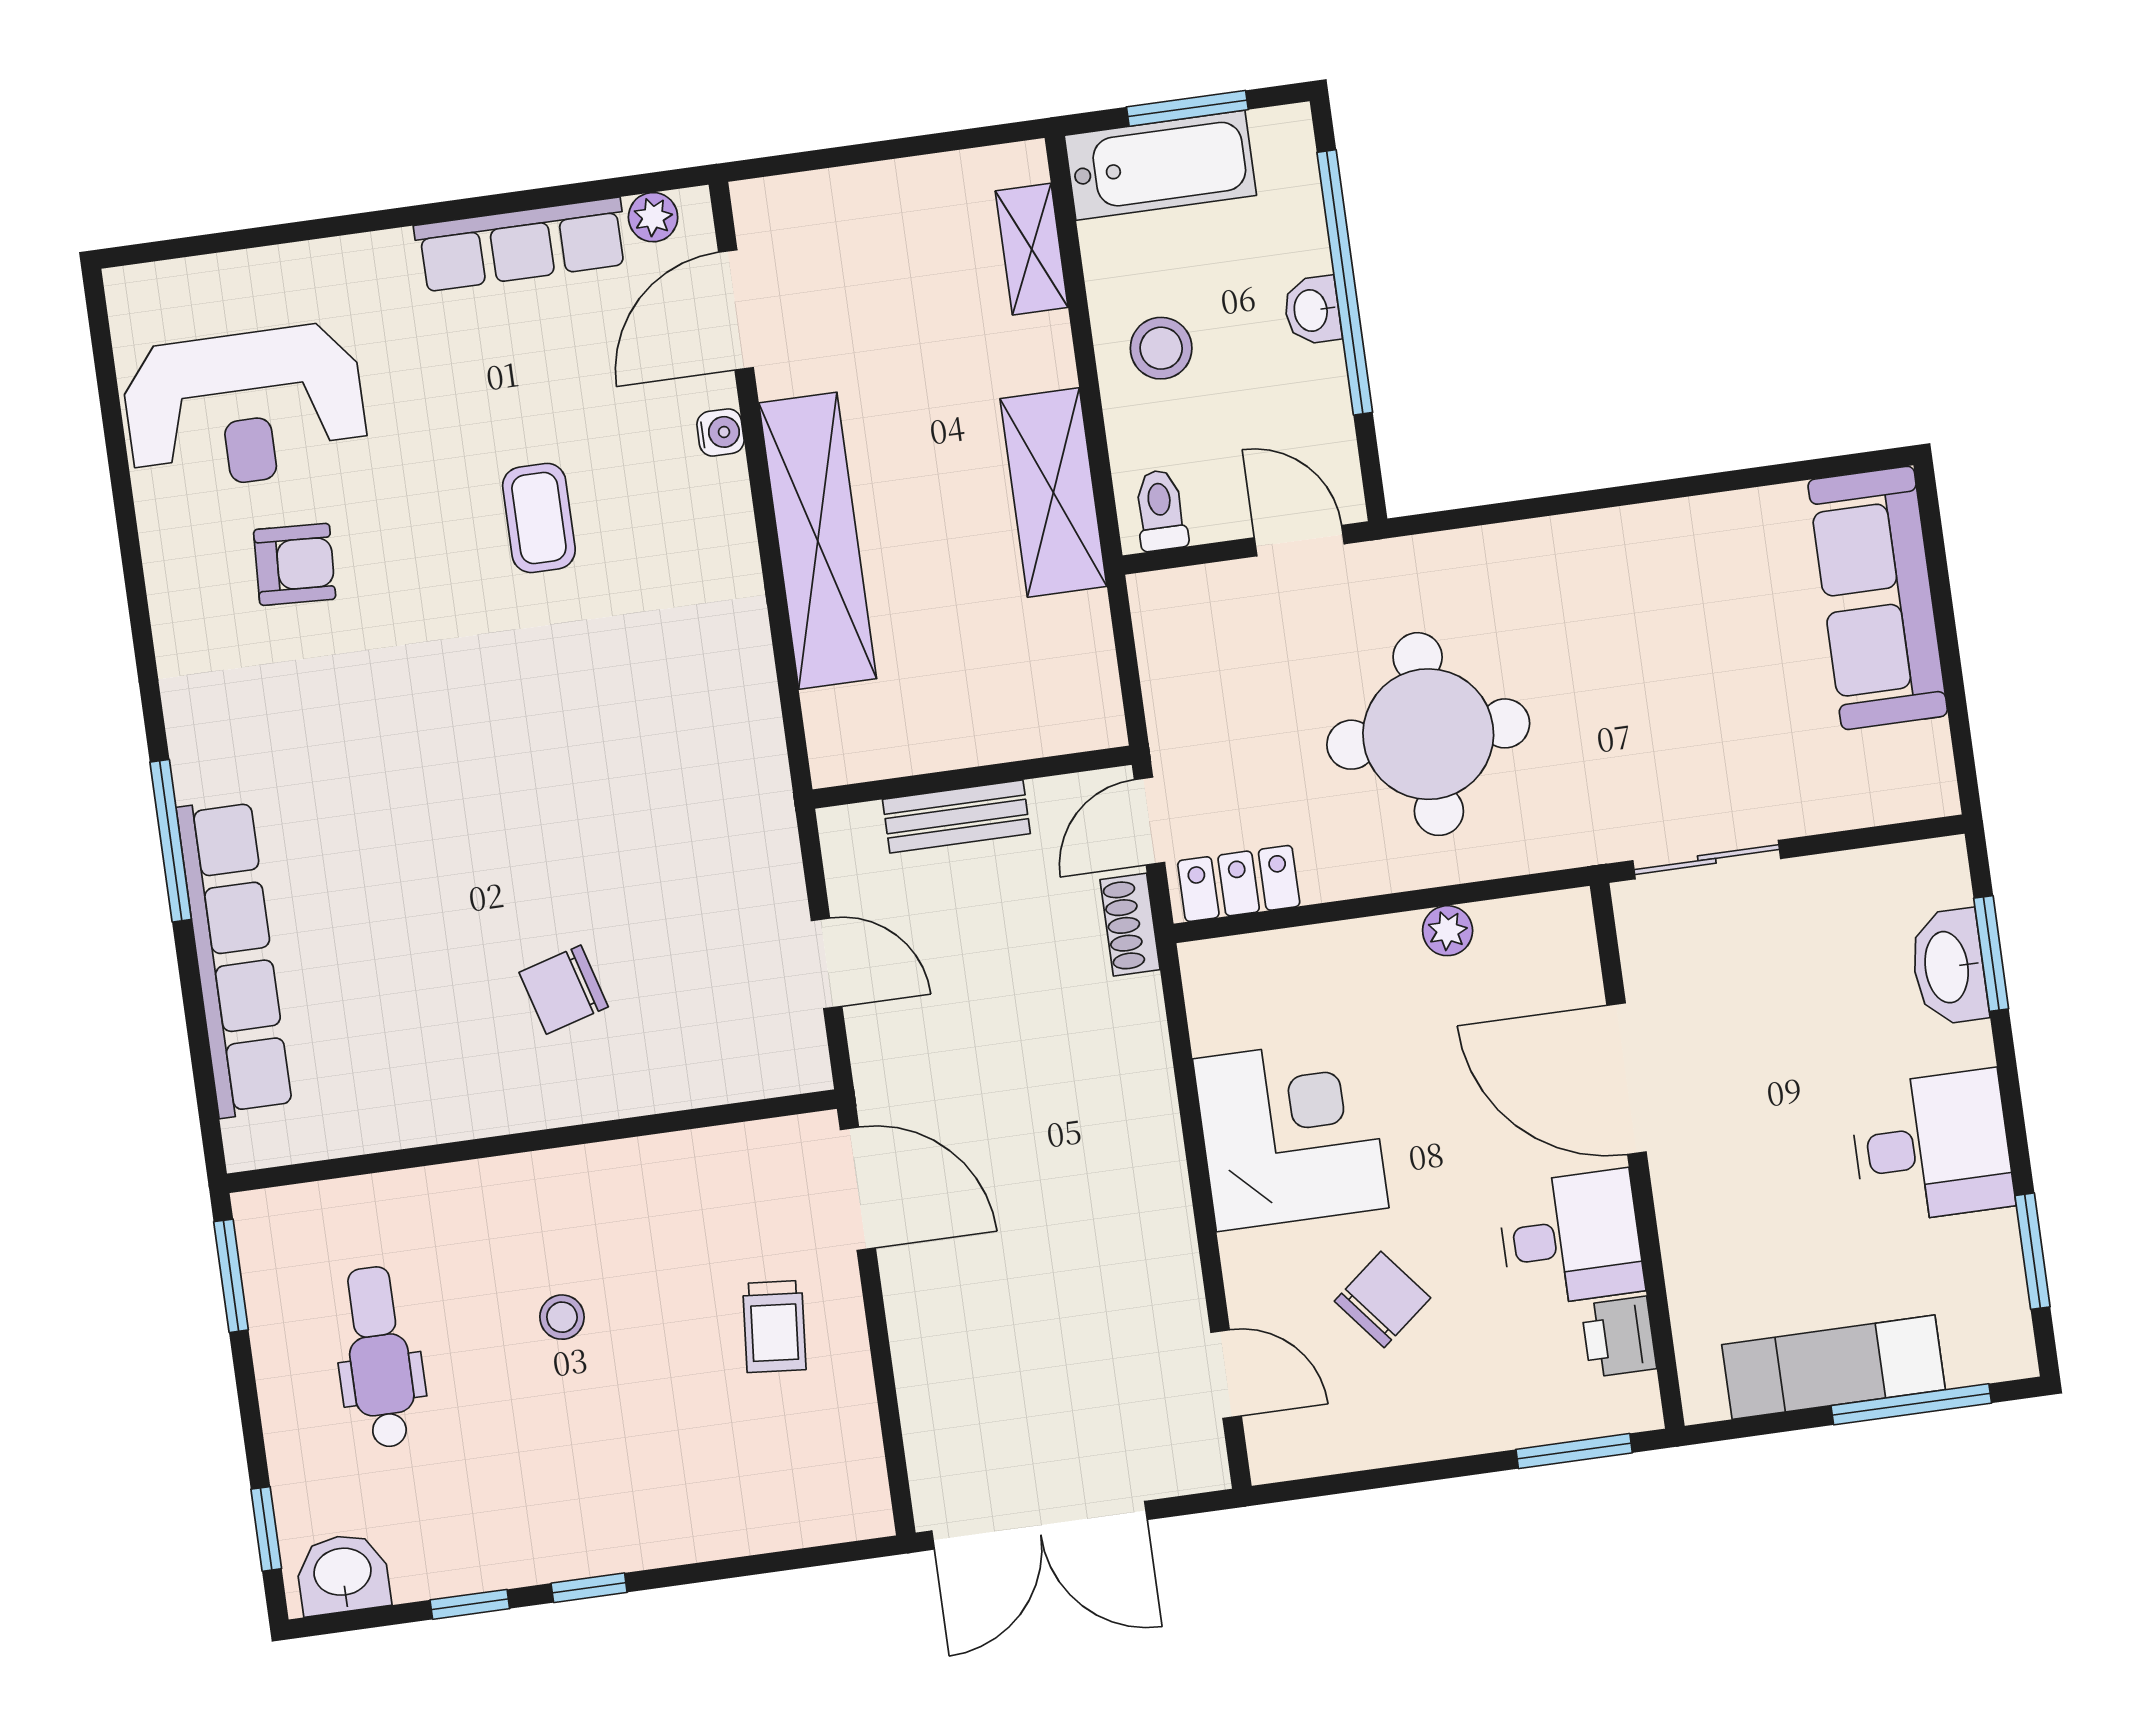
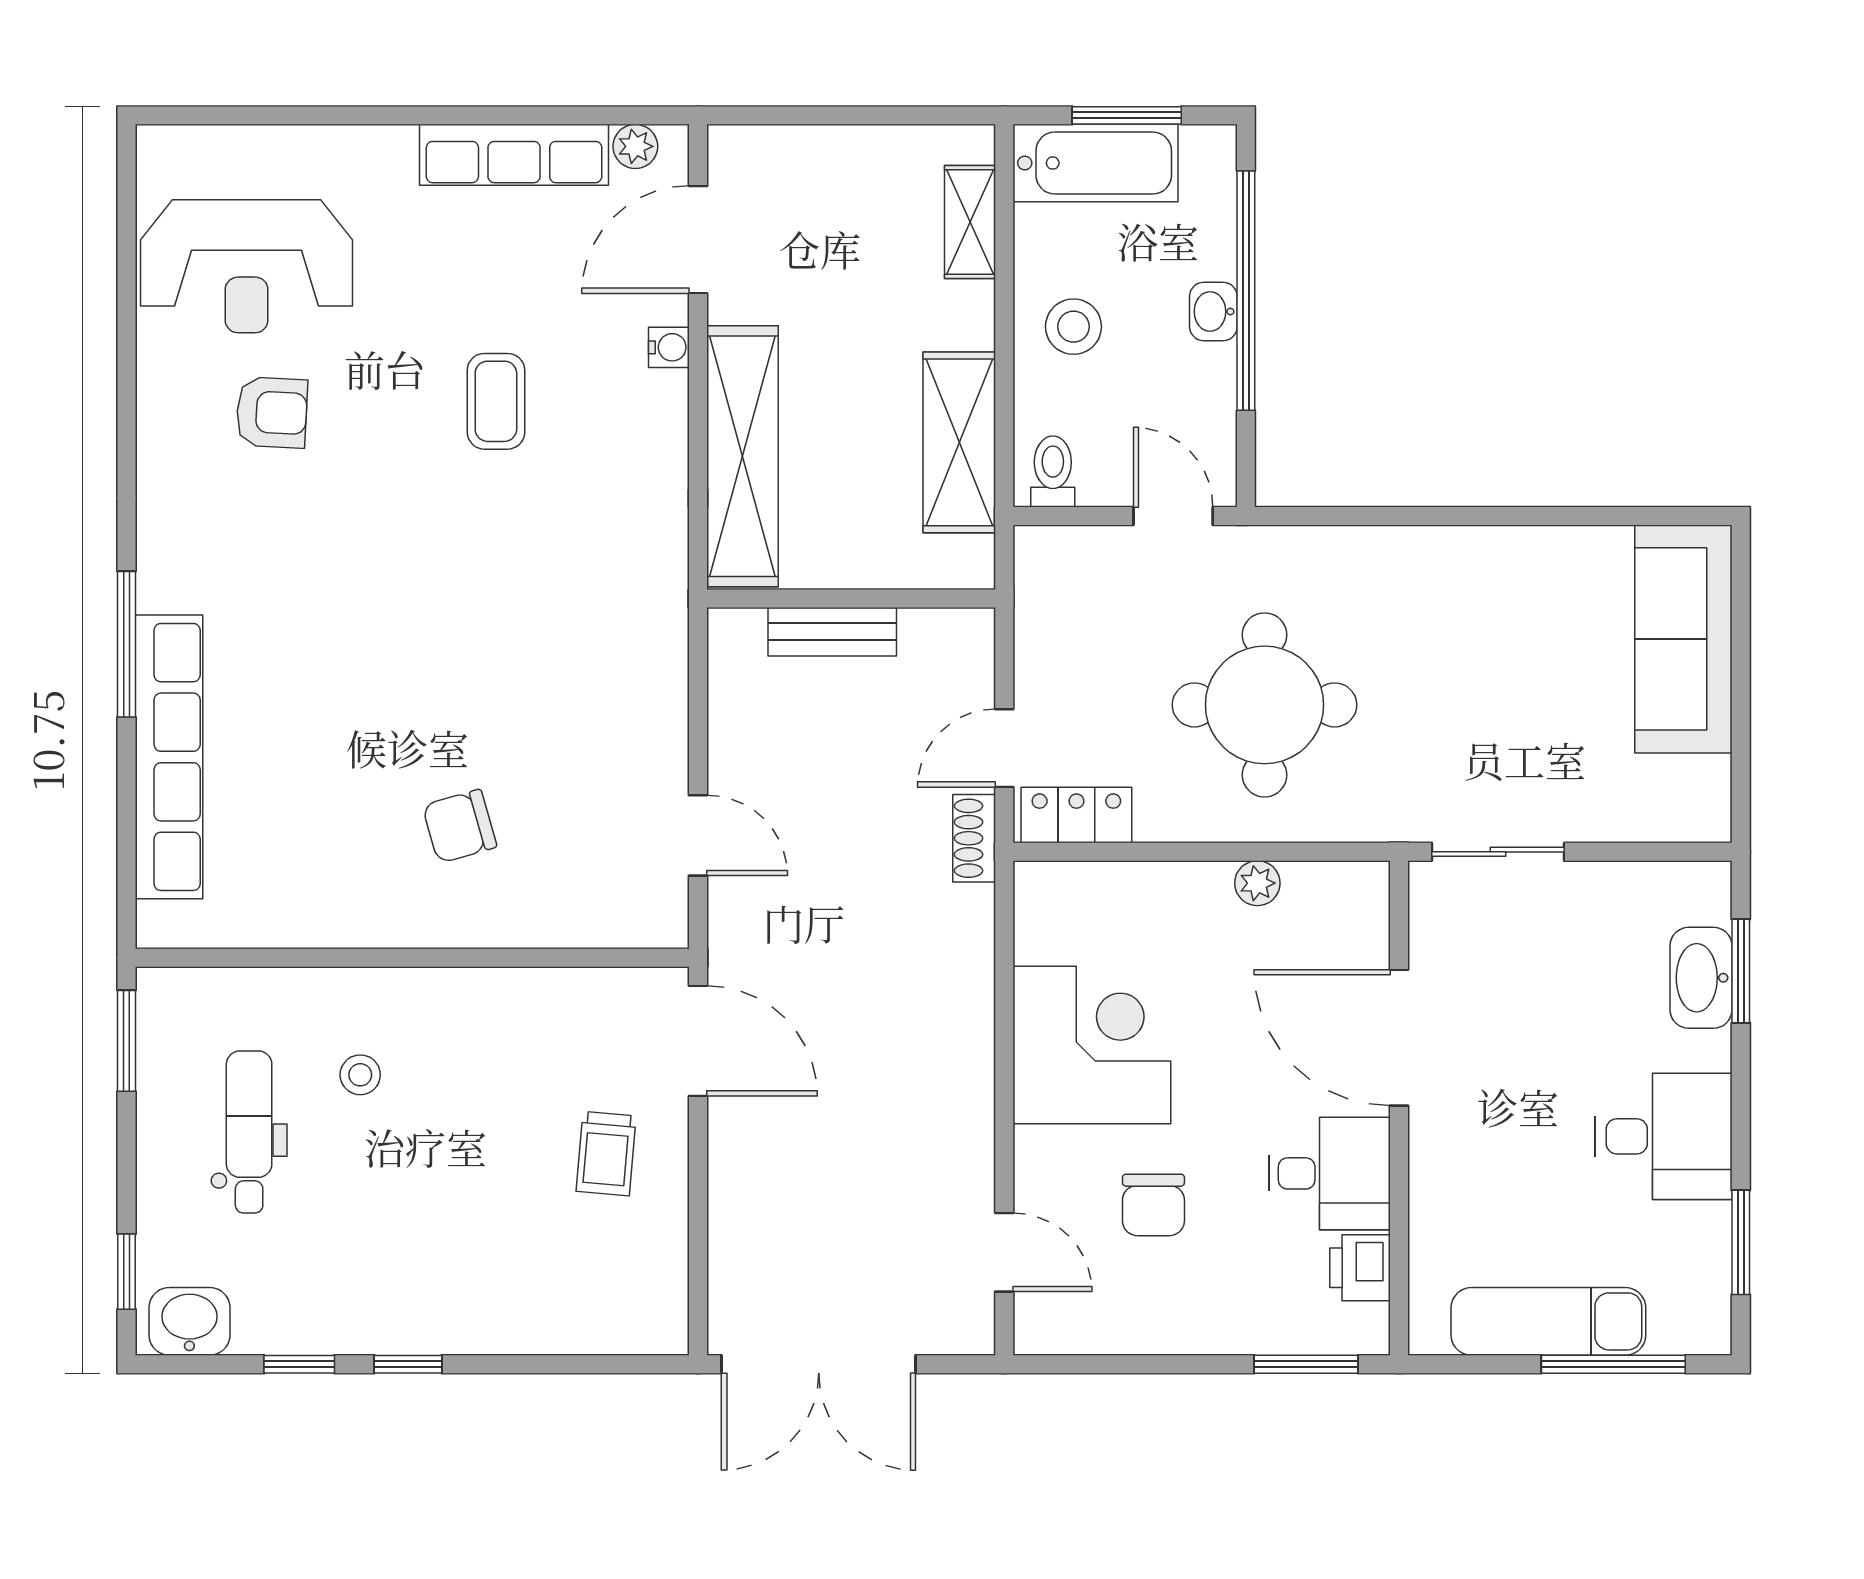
wall: (972, 777) -> (851, 598), moved
bench: (956, 817) -> (832, 632), moved
chair: (1382, 1299) -> (1153, 1205), turned 129
stool: (562, 1317) -> (360, 1075), moved

